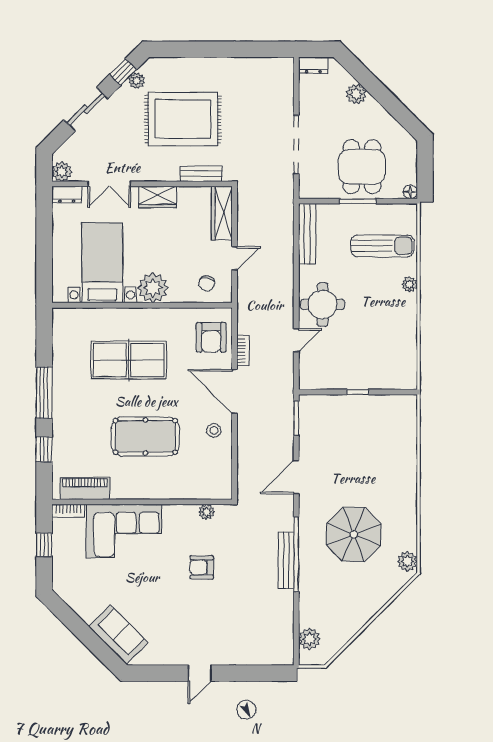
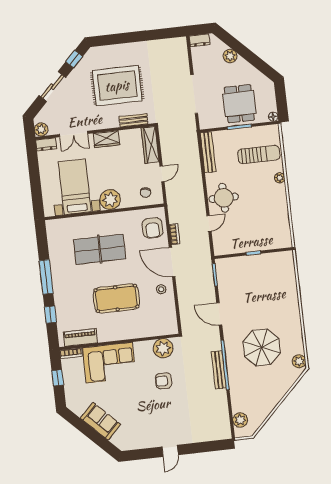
plant: (137, 81) -> (84, 64), removed
door: (296, 477) -> (219, 314), hinge flipped
plant: (207, 512) -> (163, 348), width x1.88, depth x1.88
sofa: (118, 634) -> (101, 421), moved

